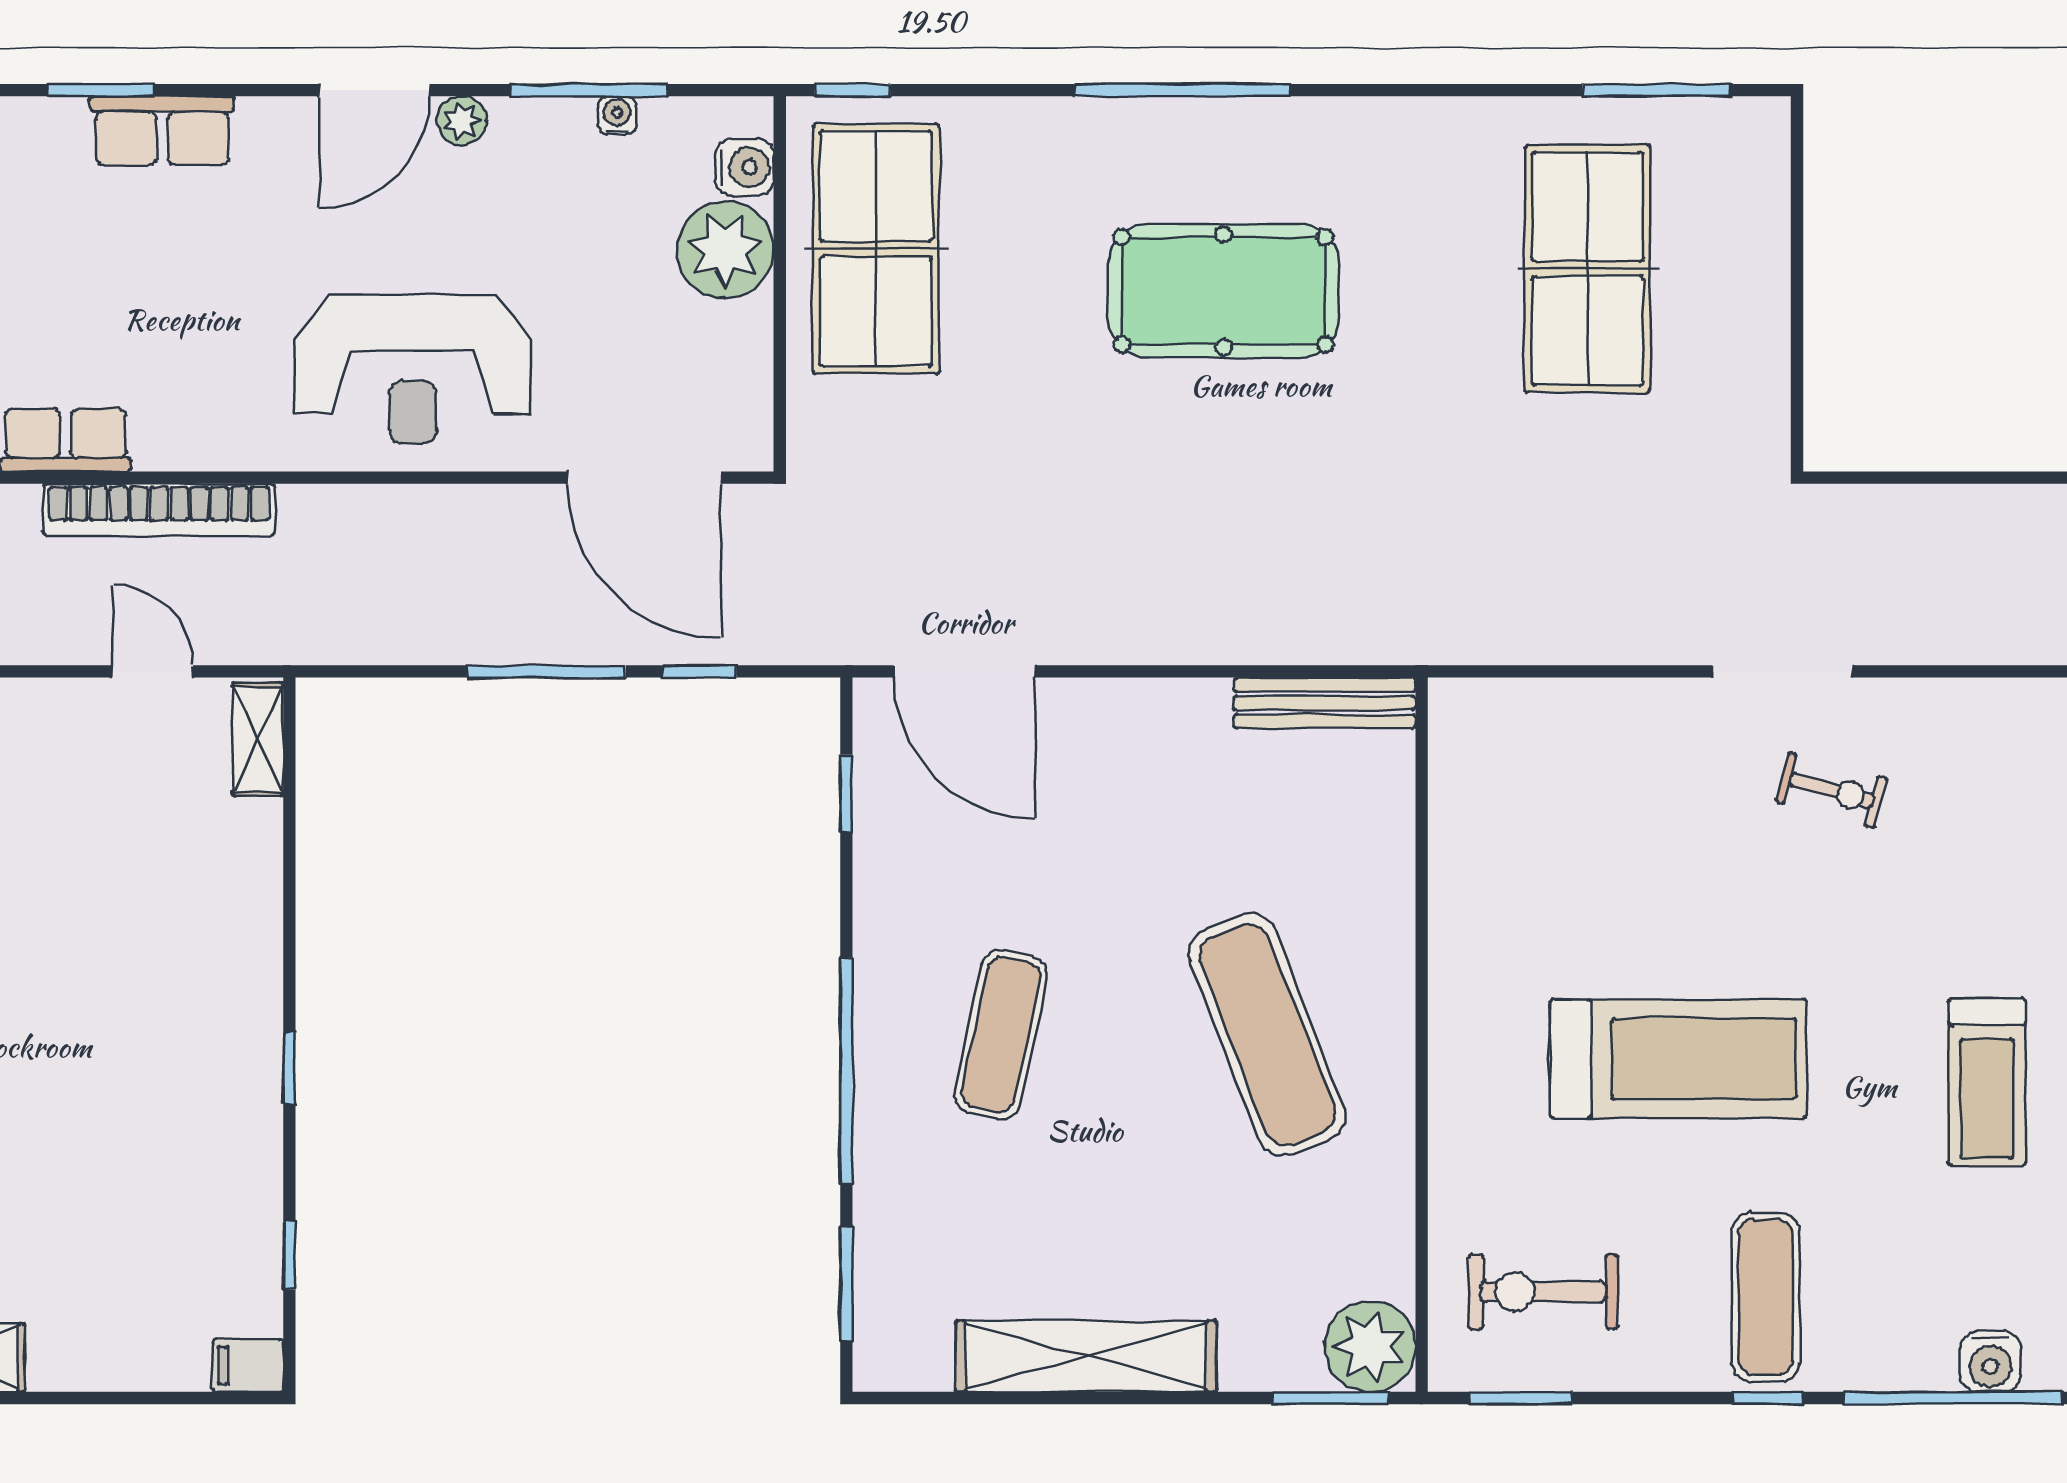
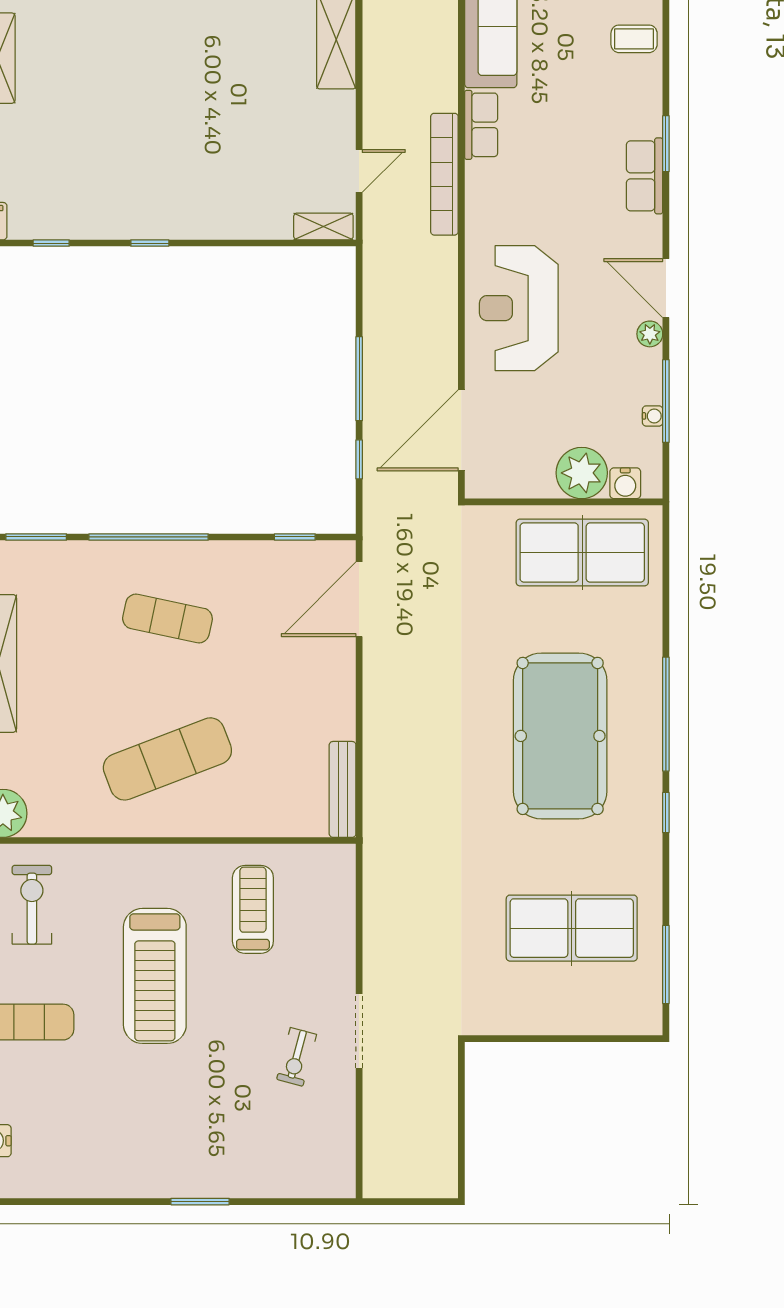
window: (852, 90) -> (666, 813), moved
pool table: (1223, 291) -> (560, 736), width x1.36, depth x1.32
treadmill: (1987, 1082) -> (253, 909), moved, turned 90

